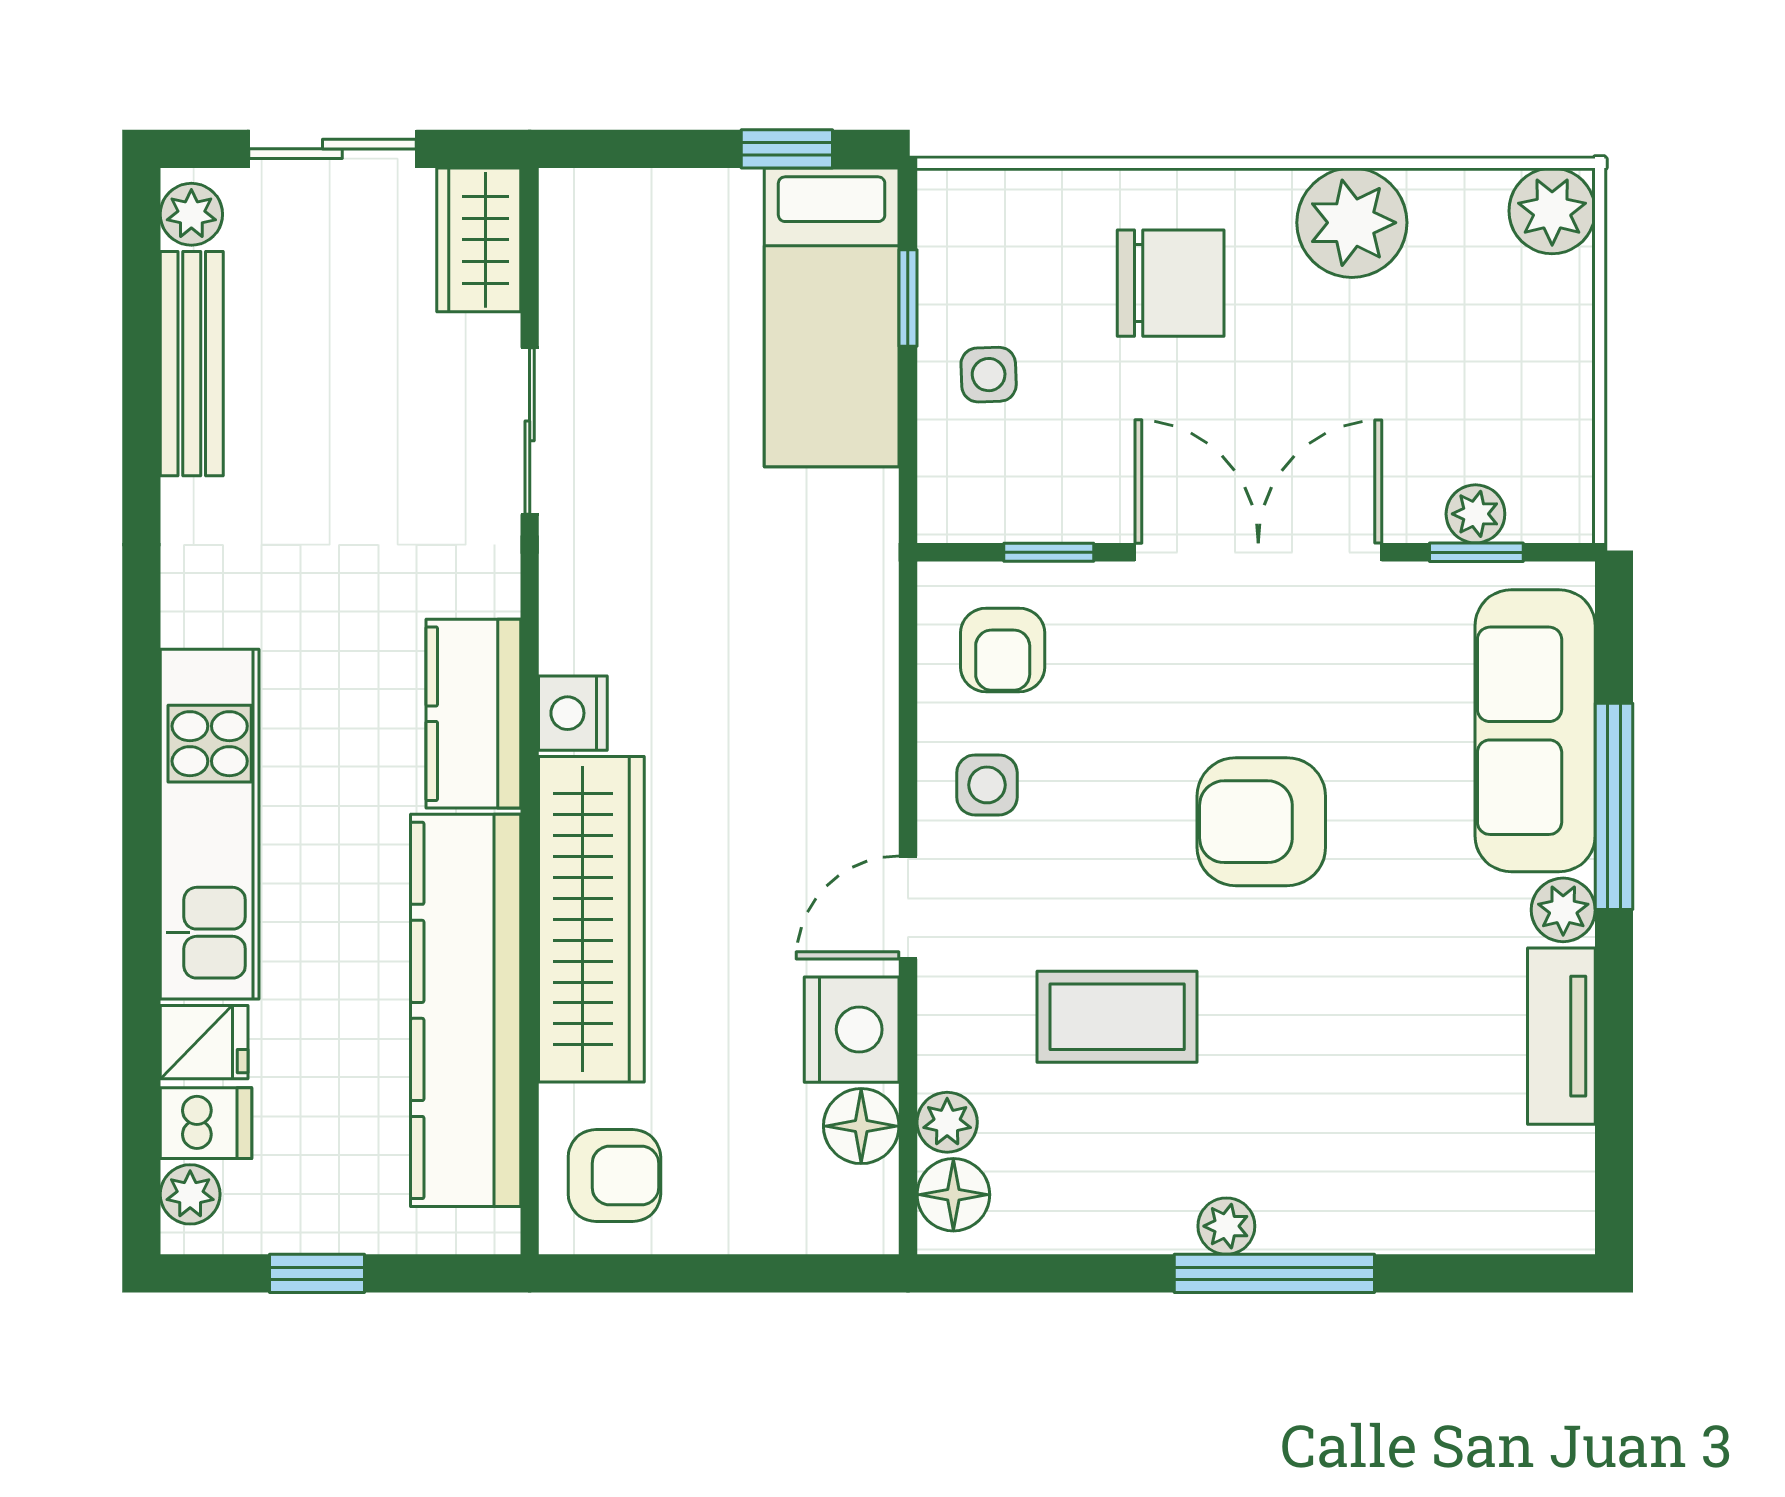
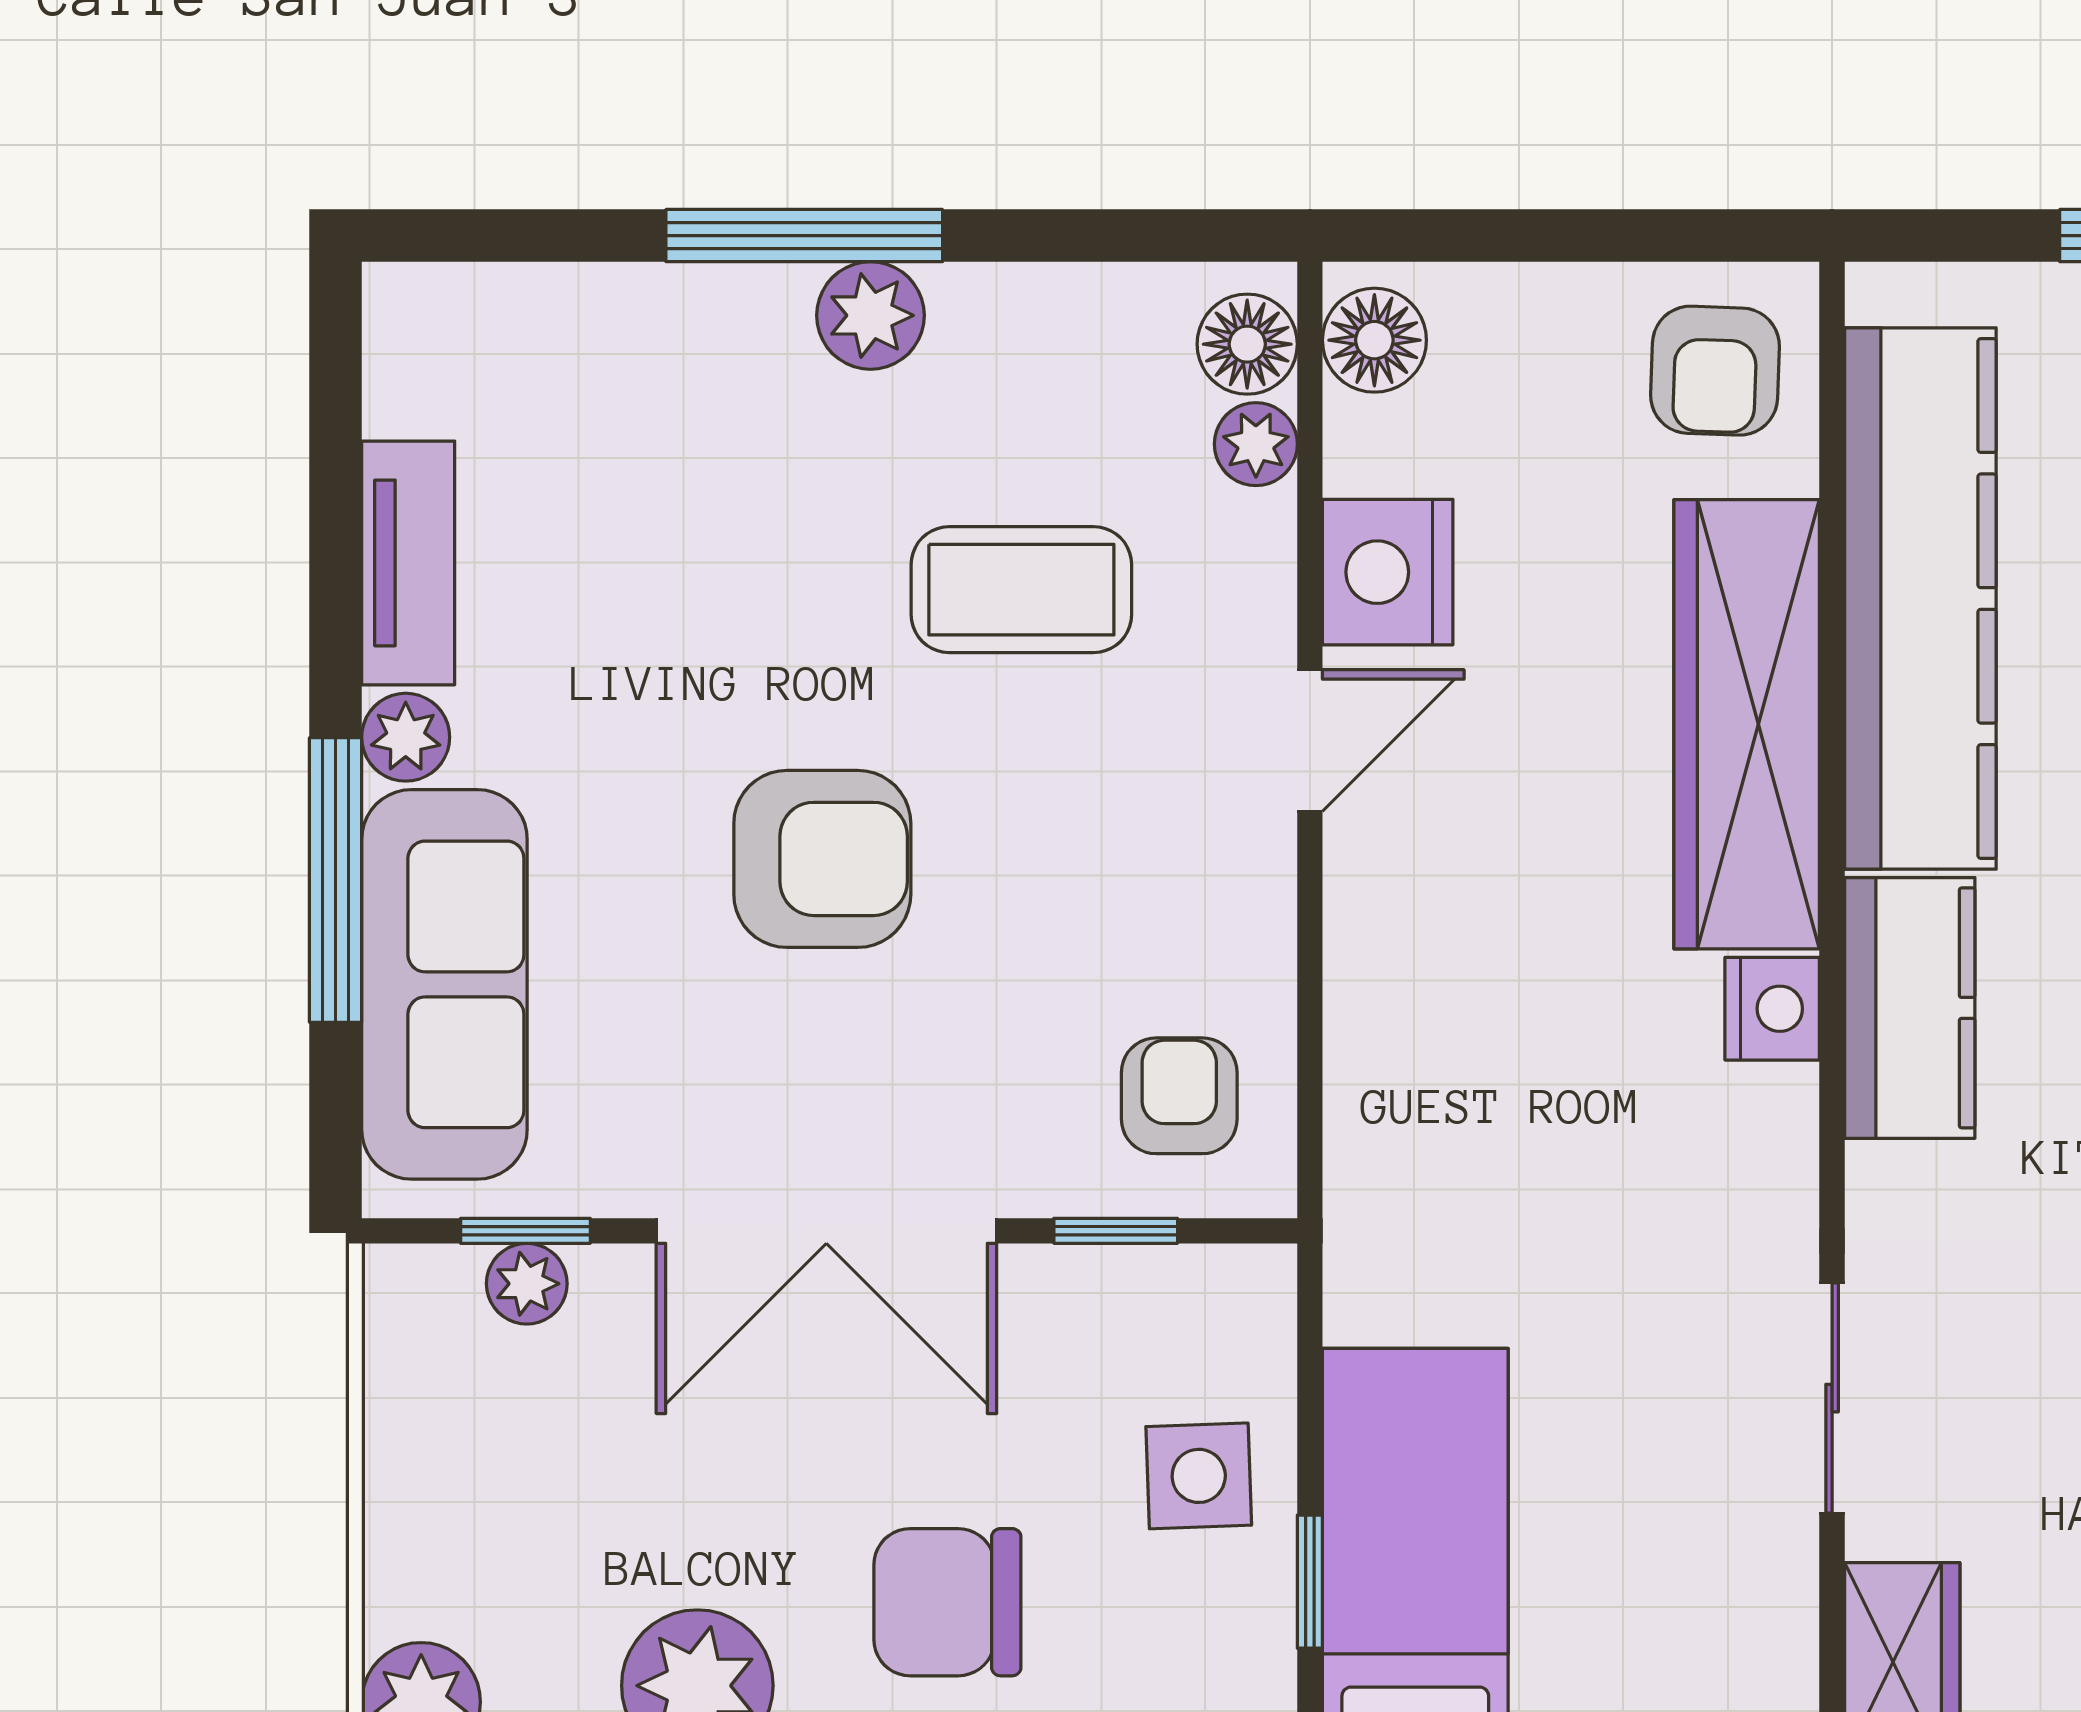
side table: (989, 375) -> (1199, 1476), width x1.37, depth x1.37
side table: (987, 785) -> (1201, 910), removed
floor lamp: (861, 1126) -> (1374, 340), moved
armchair: (614, 1175) -> (1715, 371), turned -88
plant: (1226, 1226) -> (870, 315), width x1.38, depth x1.38

